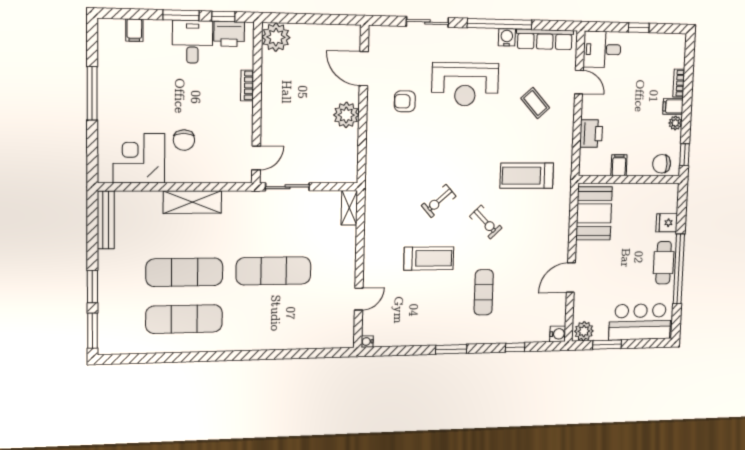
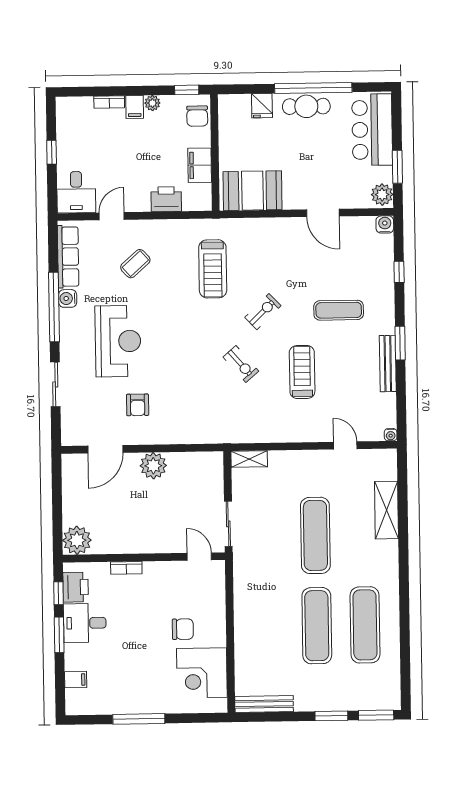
filing cabinet: (619, 165) -> (200, 165), width x2.00
shelving: (192, 202) -> (387, 510), moved
bench: (433, 338) -> (388, 364), added

